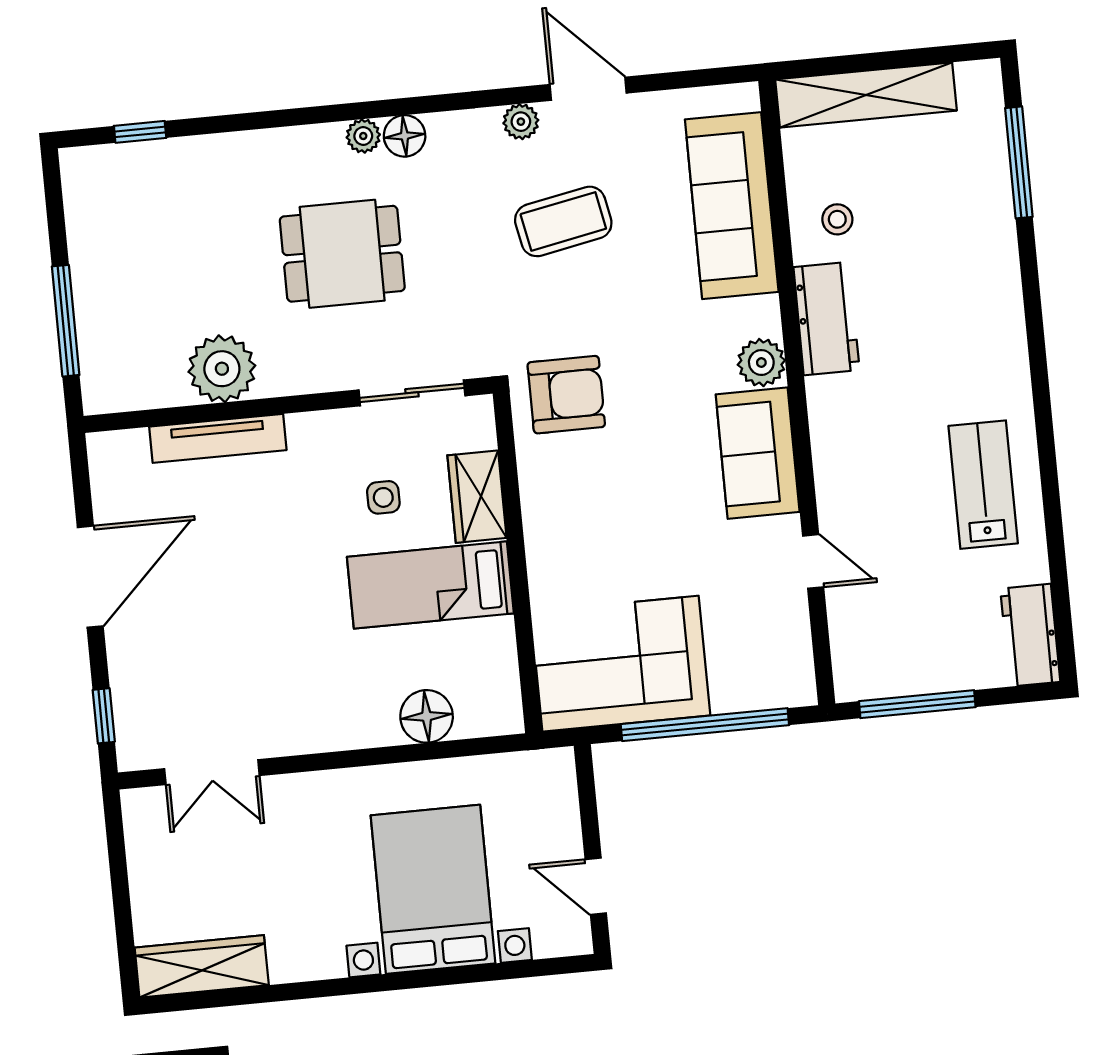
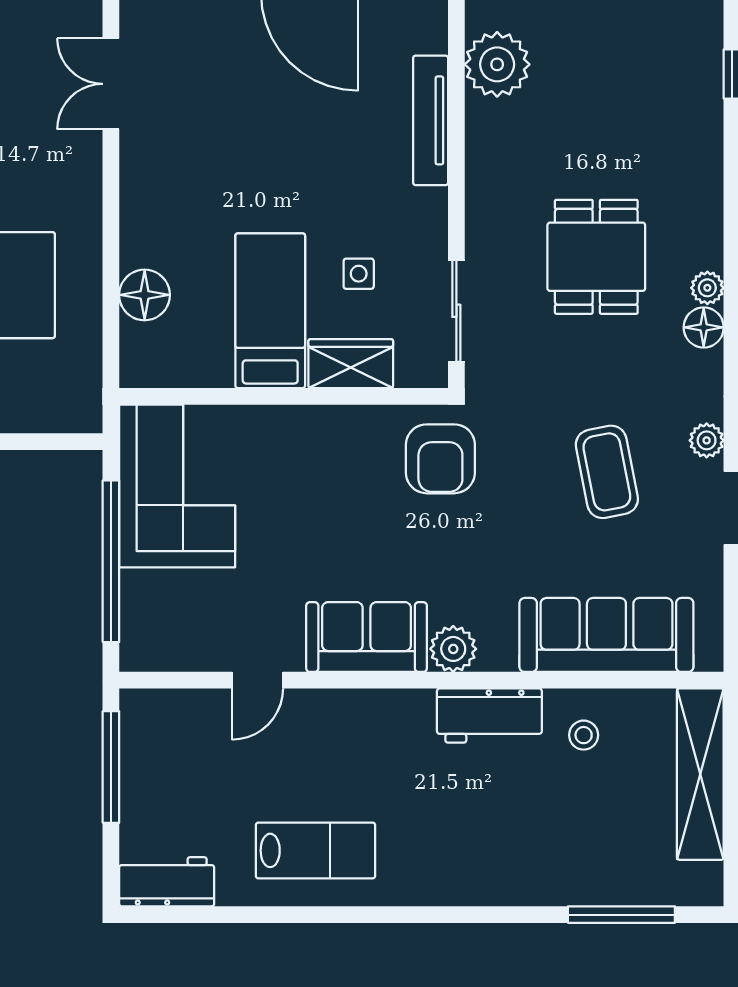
plant: (222, 369) -> (497, 64), moved

